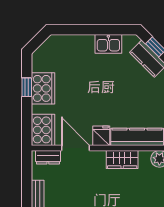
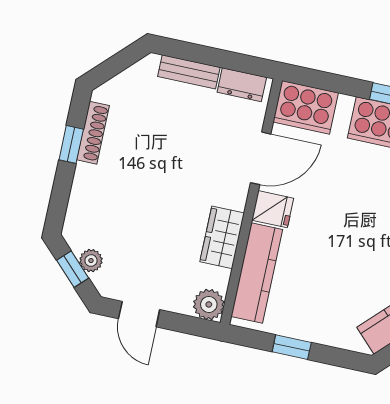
dresser: (48, 157) -> (242, 85), moved, turned -90

